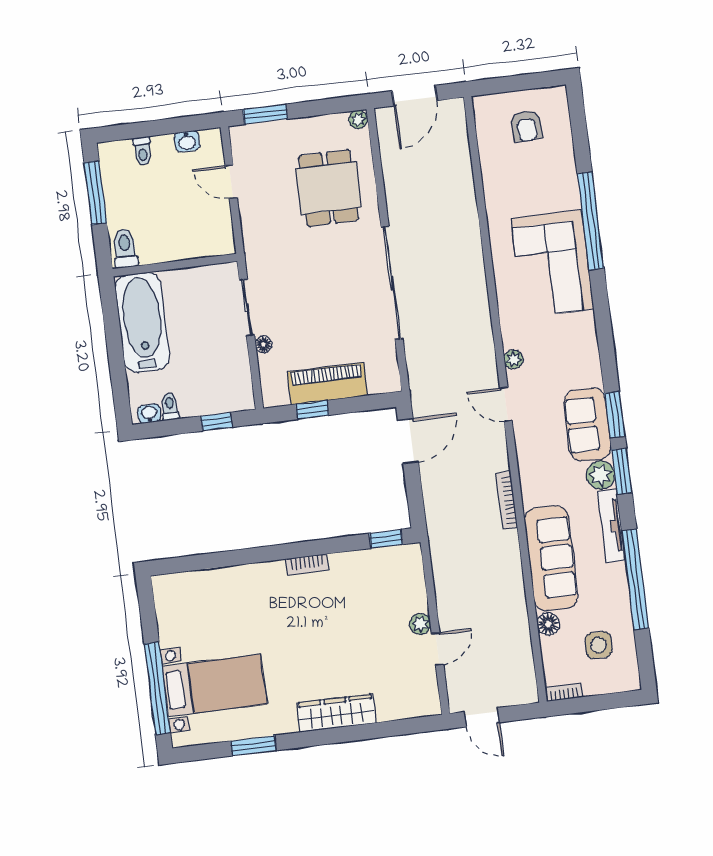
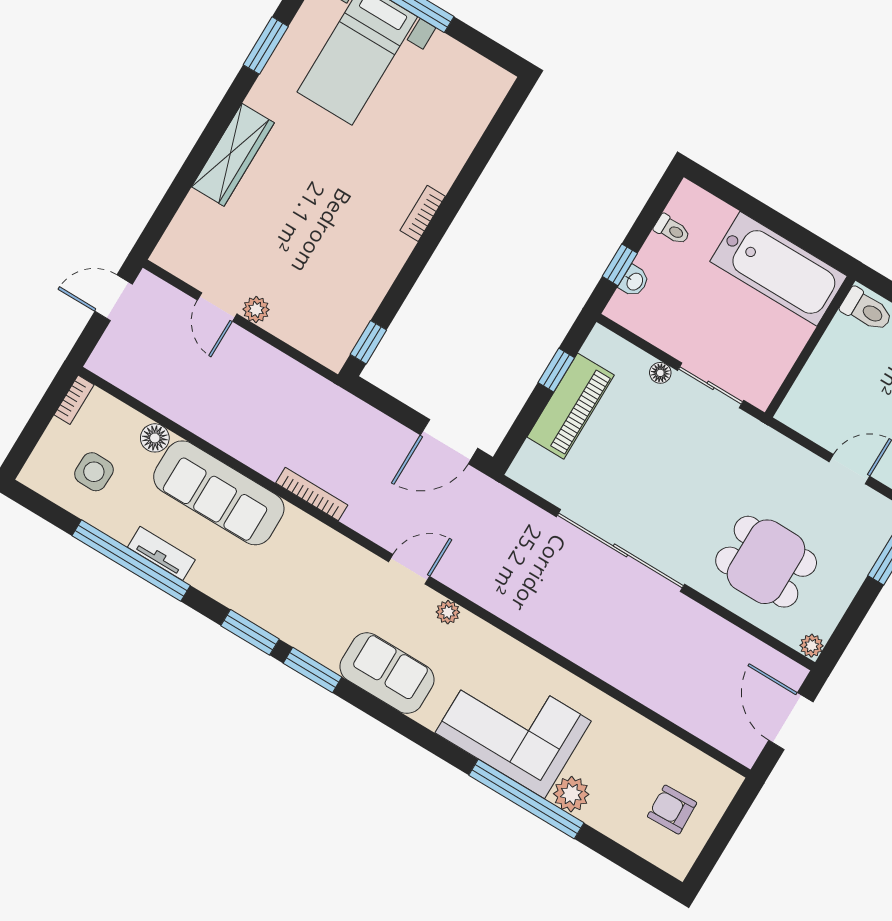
washbasin: (149, 414) -> (634, 281), moved
sofa: (588, 424) -> (387, 673), moved
door: (408, 441) -> (449, 442), hinge flipped
plant: (601, 475) -> (571, 794), moved
tv unit: (611, 526) -> (161, 553), moved, width x0.71
bookcase: (307, 565) -> (423, 213), moved

